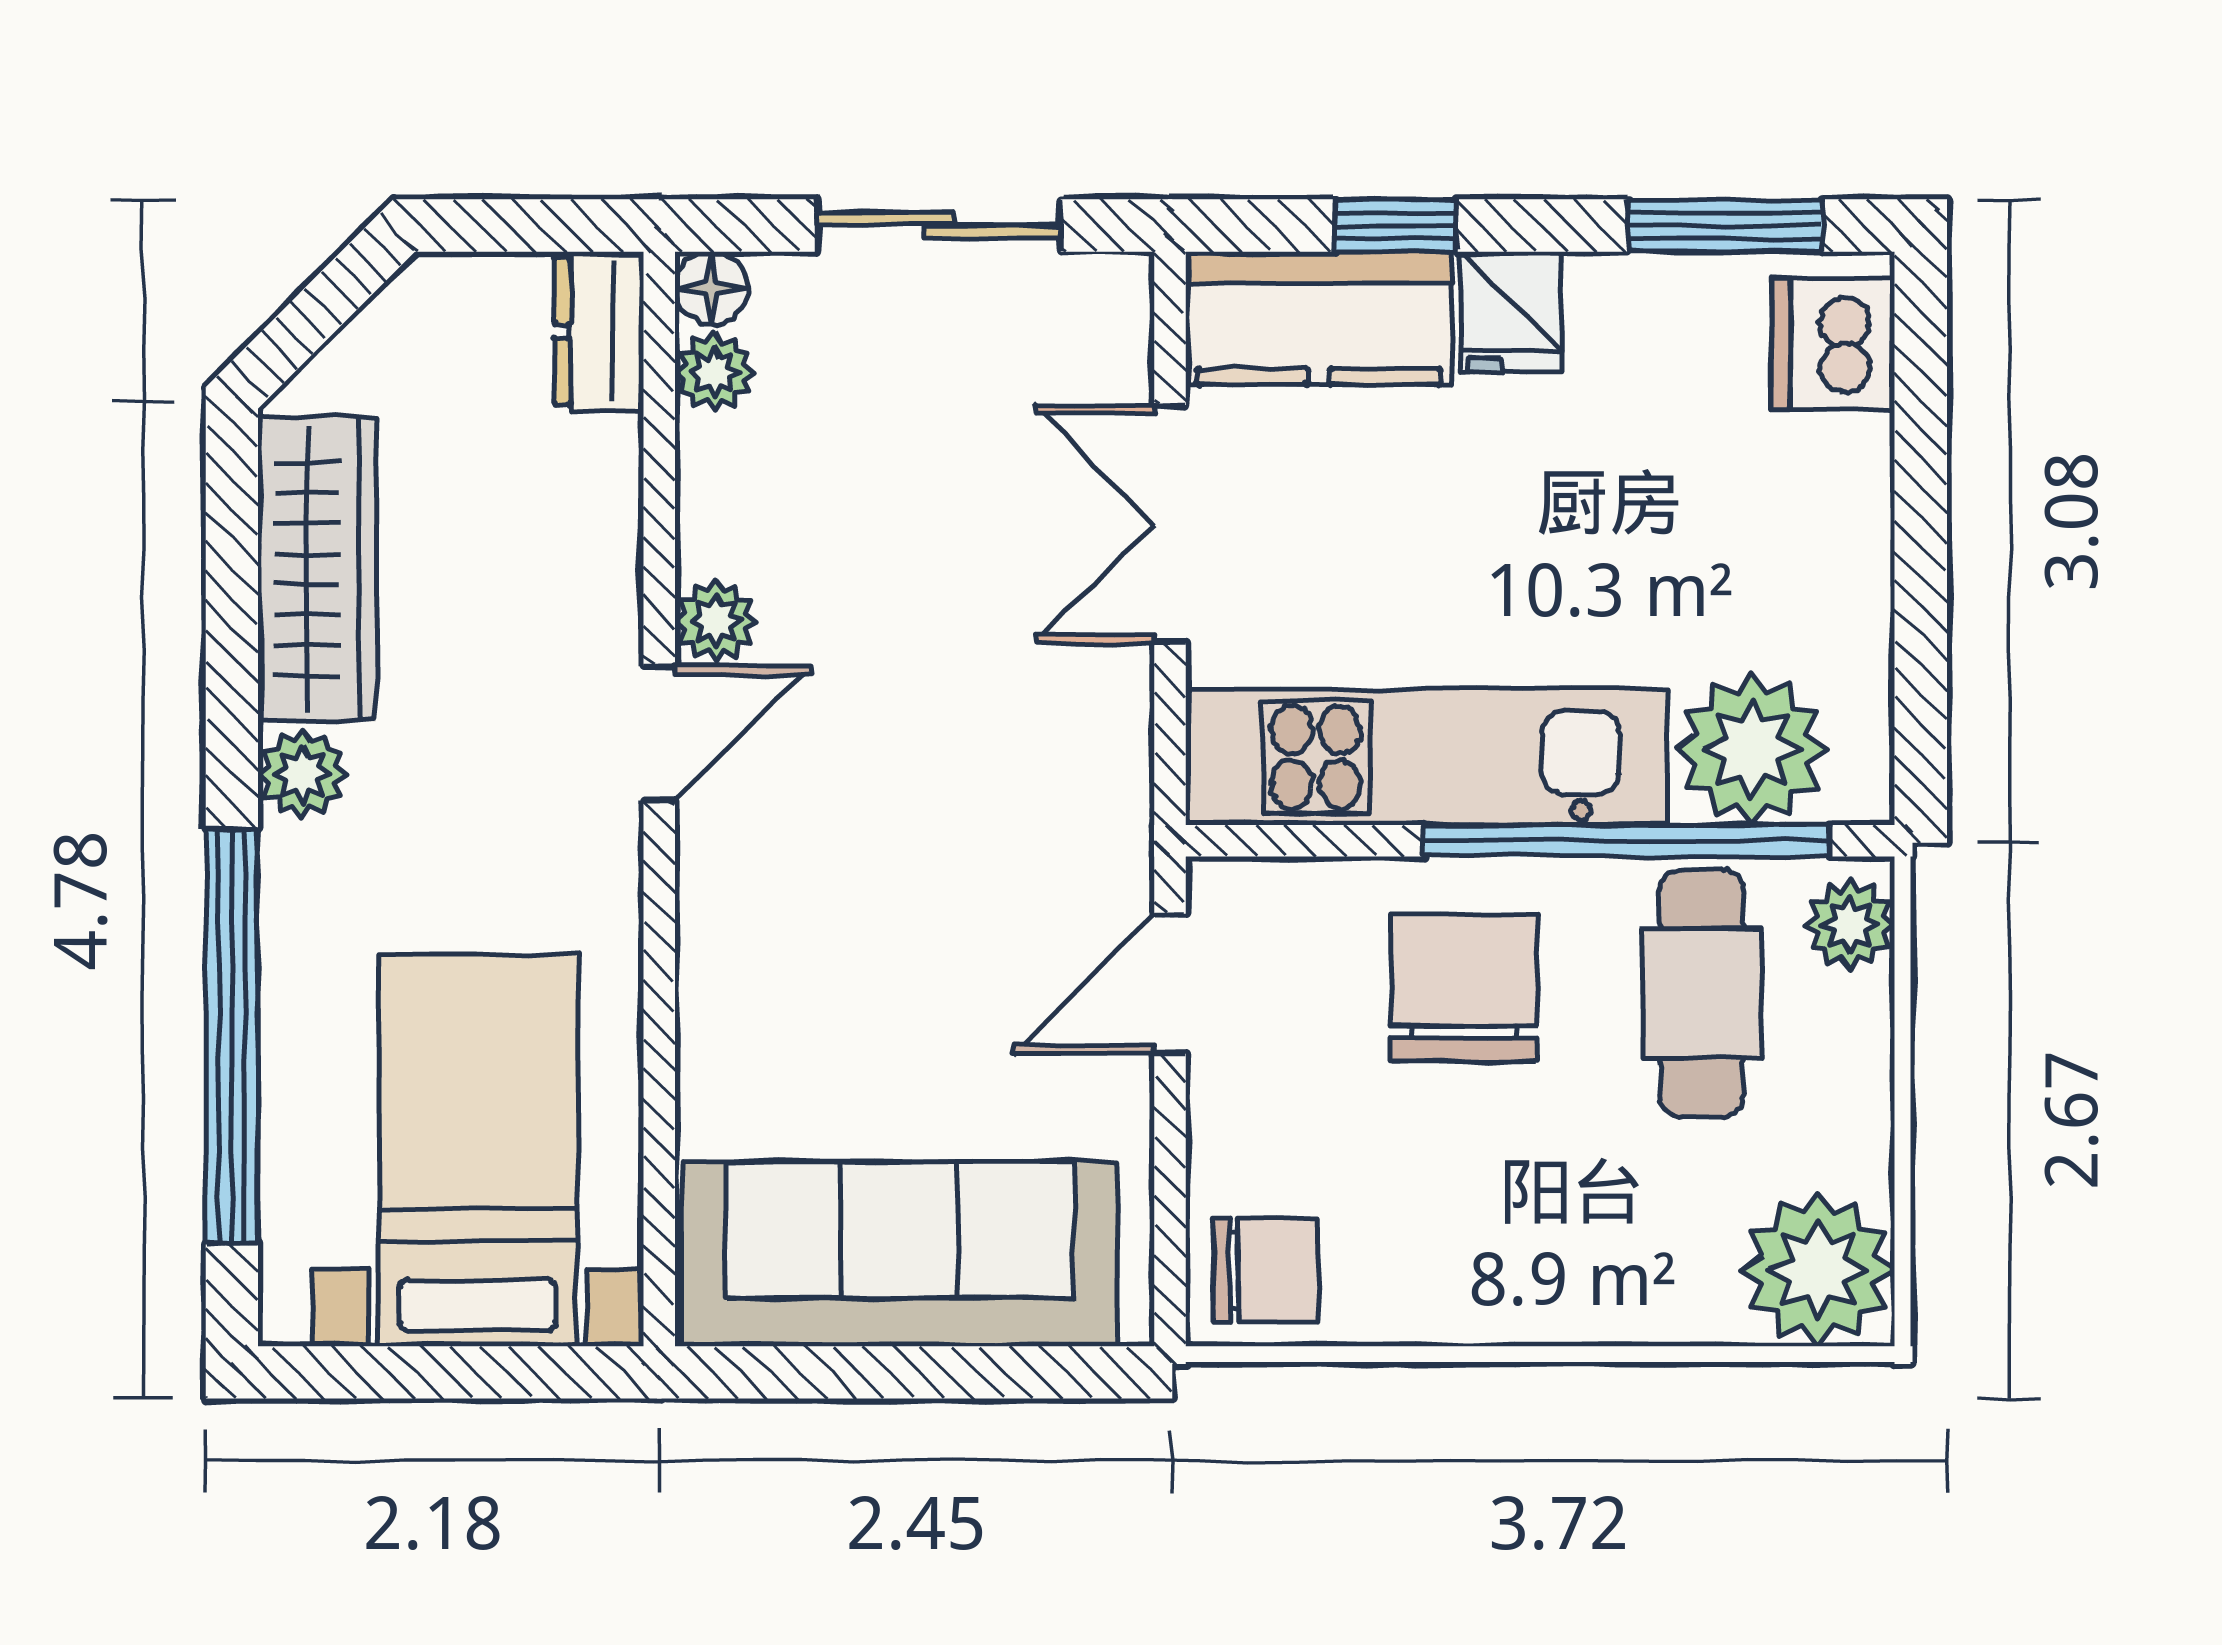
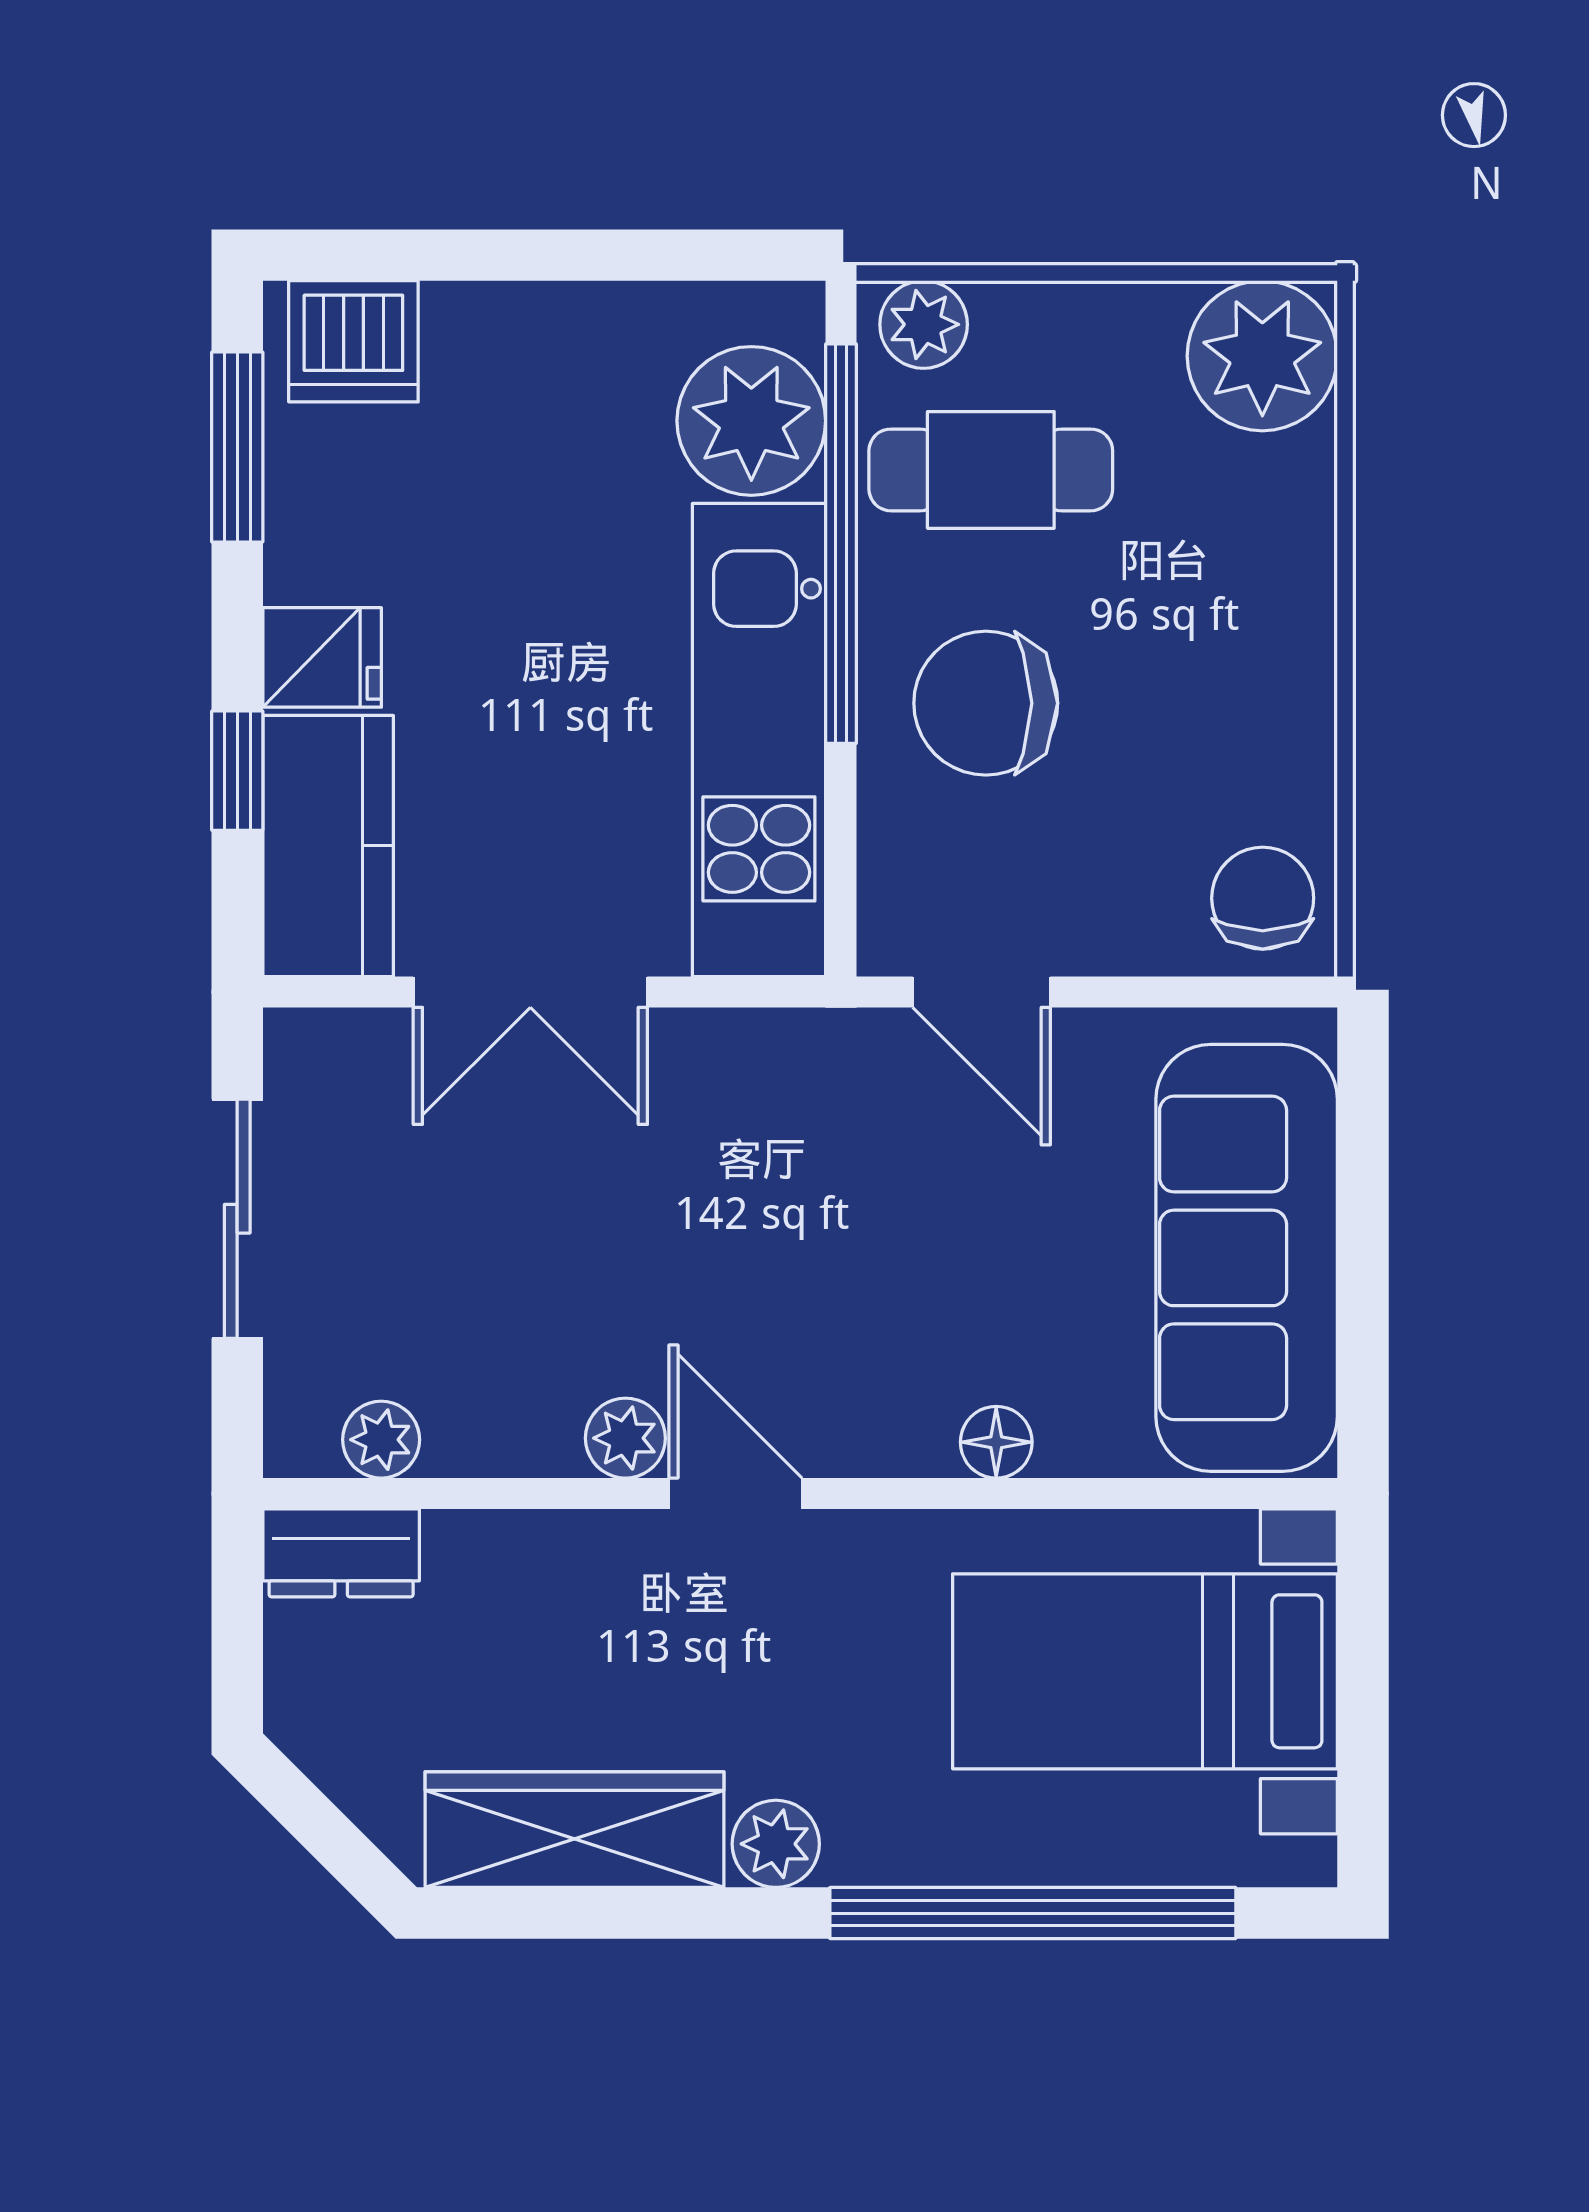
floor lamp: (711, 288) -> (996, 1442), moved

